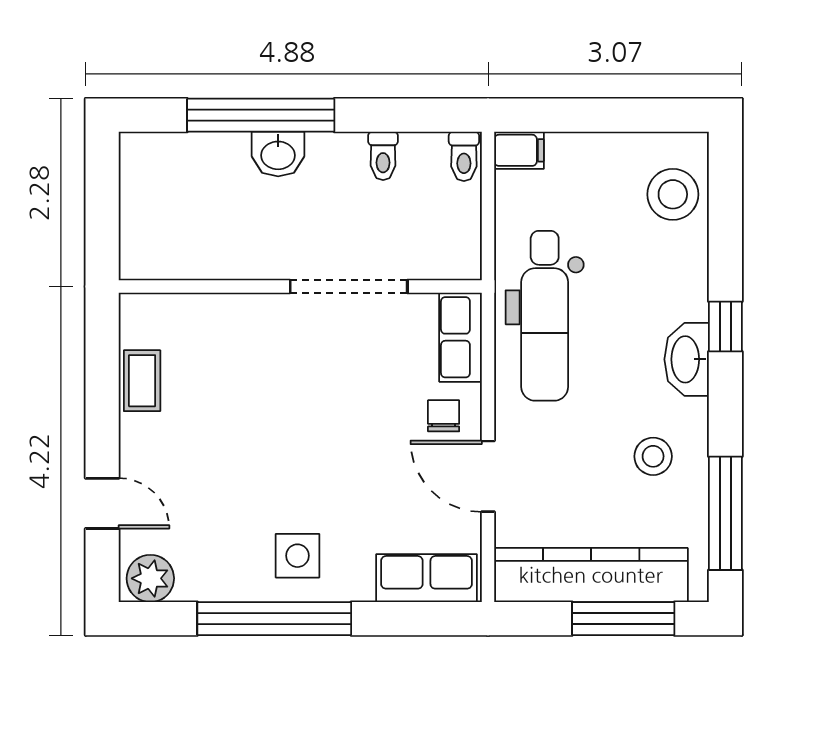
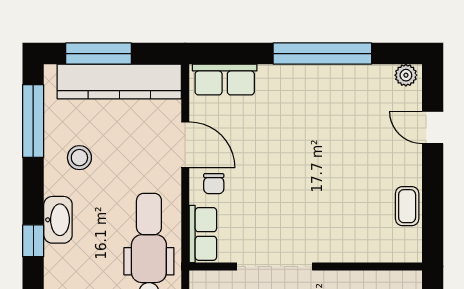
side table: (297, 556) -> (307, 94), removed
plant: (150, 578) -> (406, 75), width x0.73, depth x0.73

